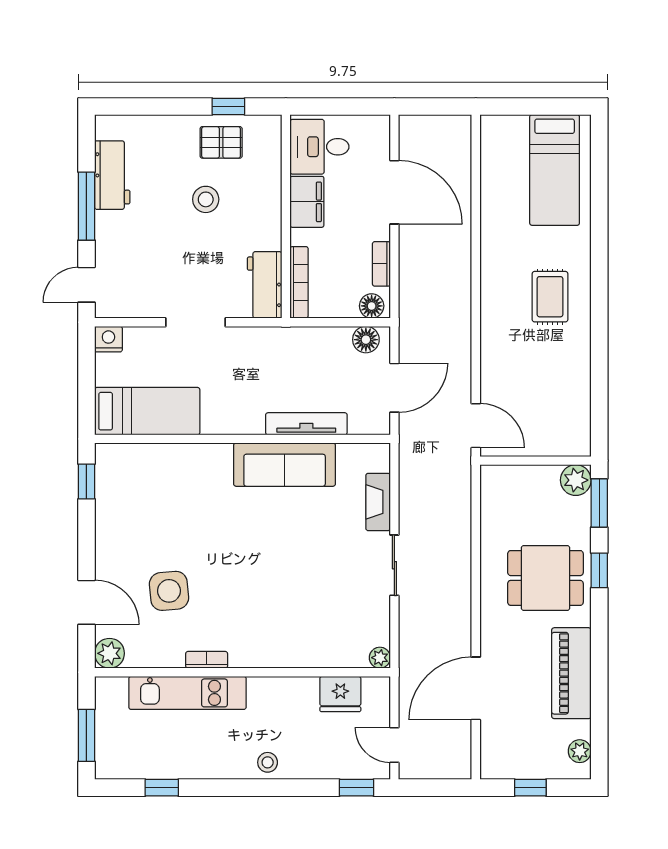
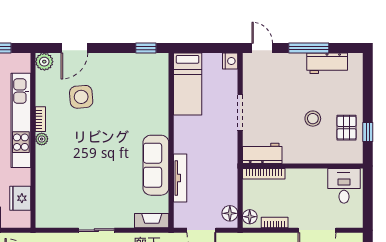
filing cabinet: (307, 202) -> (311, 178), removed
fireplace: (378, 502) -> (152, 221), moved
plant: (380, 658) -> (42, 139), moved
kitchen unit: (187, 693) -> (21, 120), width x1.36

